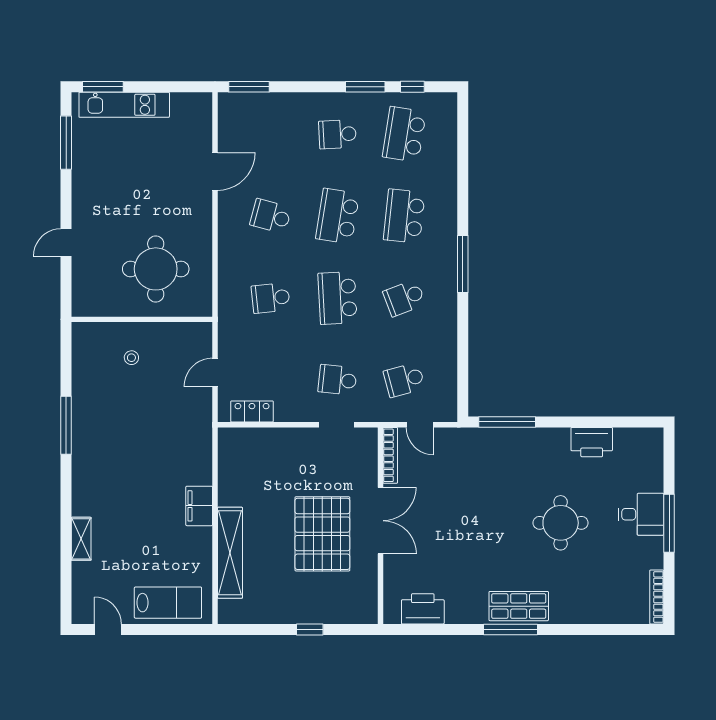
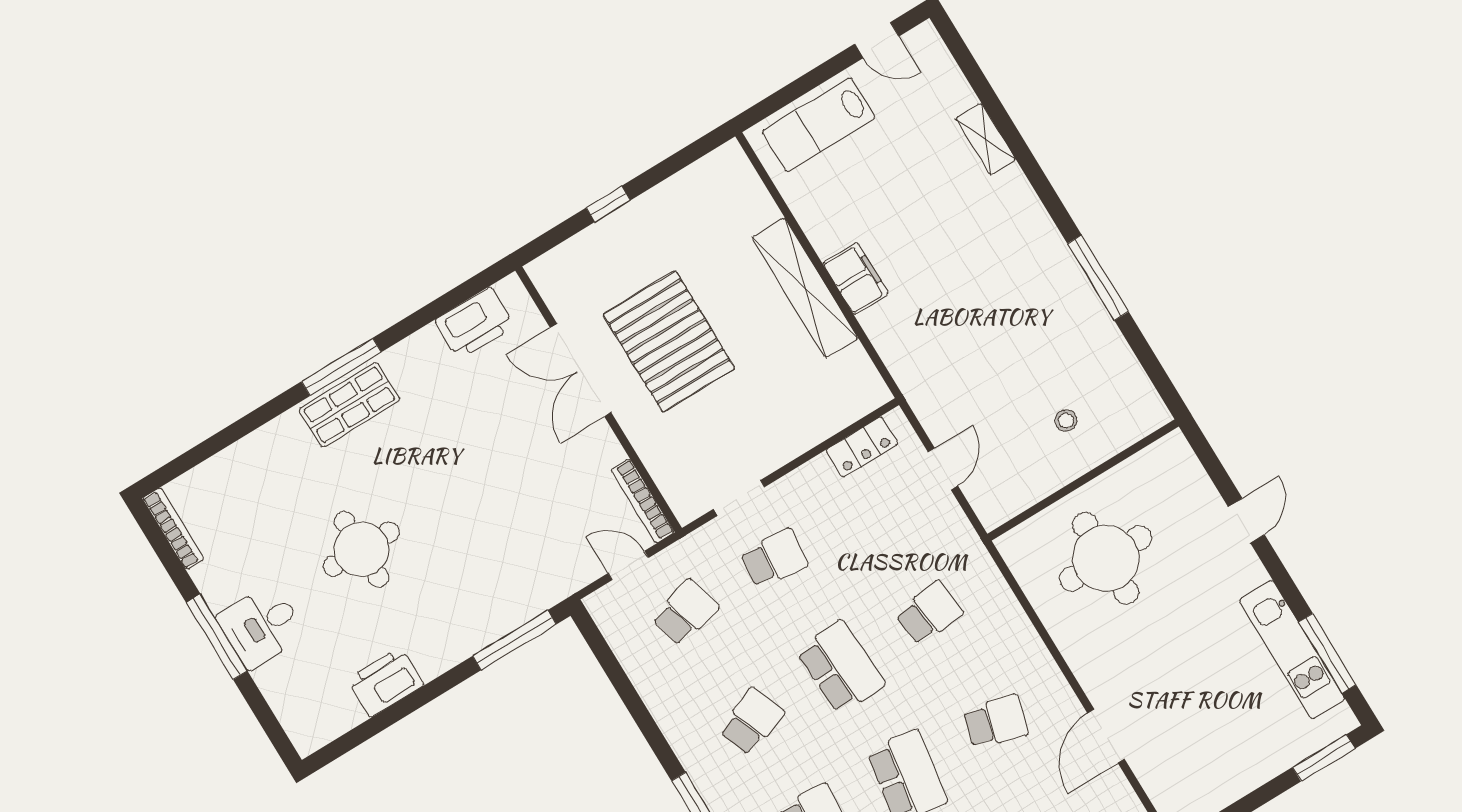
kitchen unit: (124, 105) -> (1292, 650), moved, turned -90
double door: (380, 521) -> (581, 370), moved
shelving: (230, 553) -> (805, 288), moved

